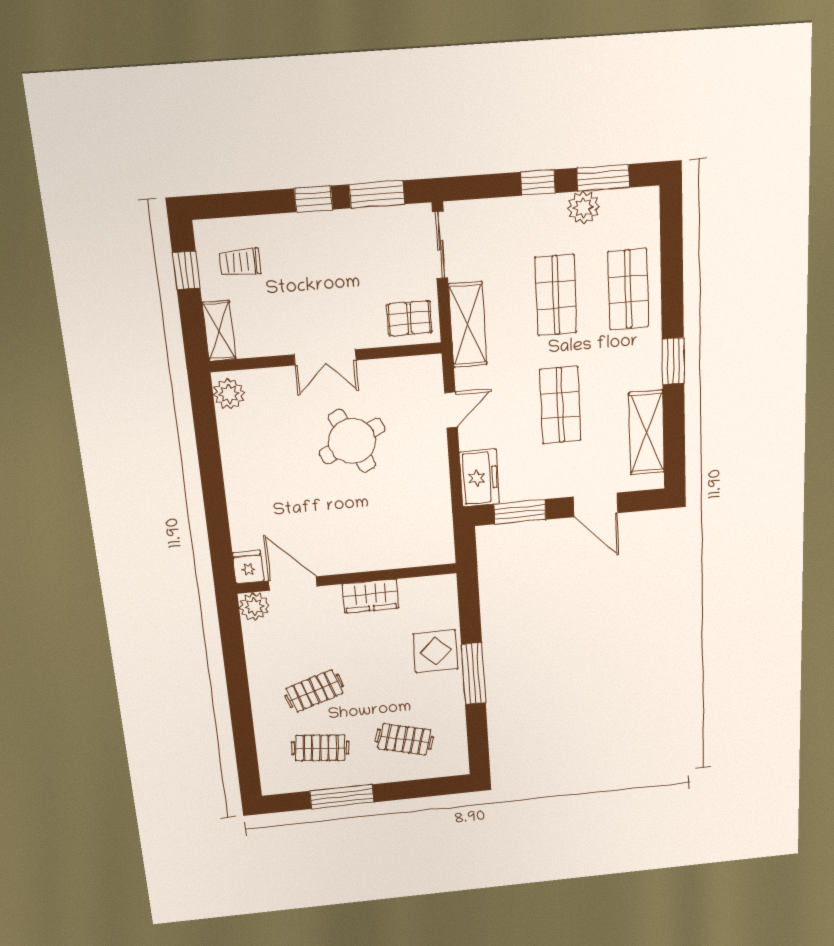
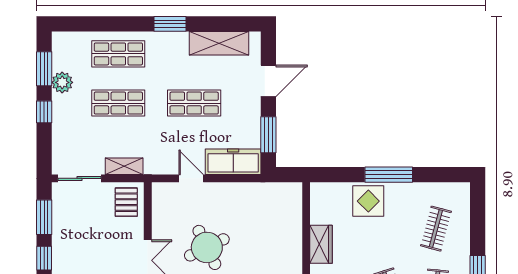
shelving: (468, 325) -> (124, 166), width x0.67, depth x0.75
freezer: (479, 478) -> (233, 162), width x1.40

